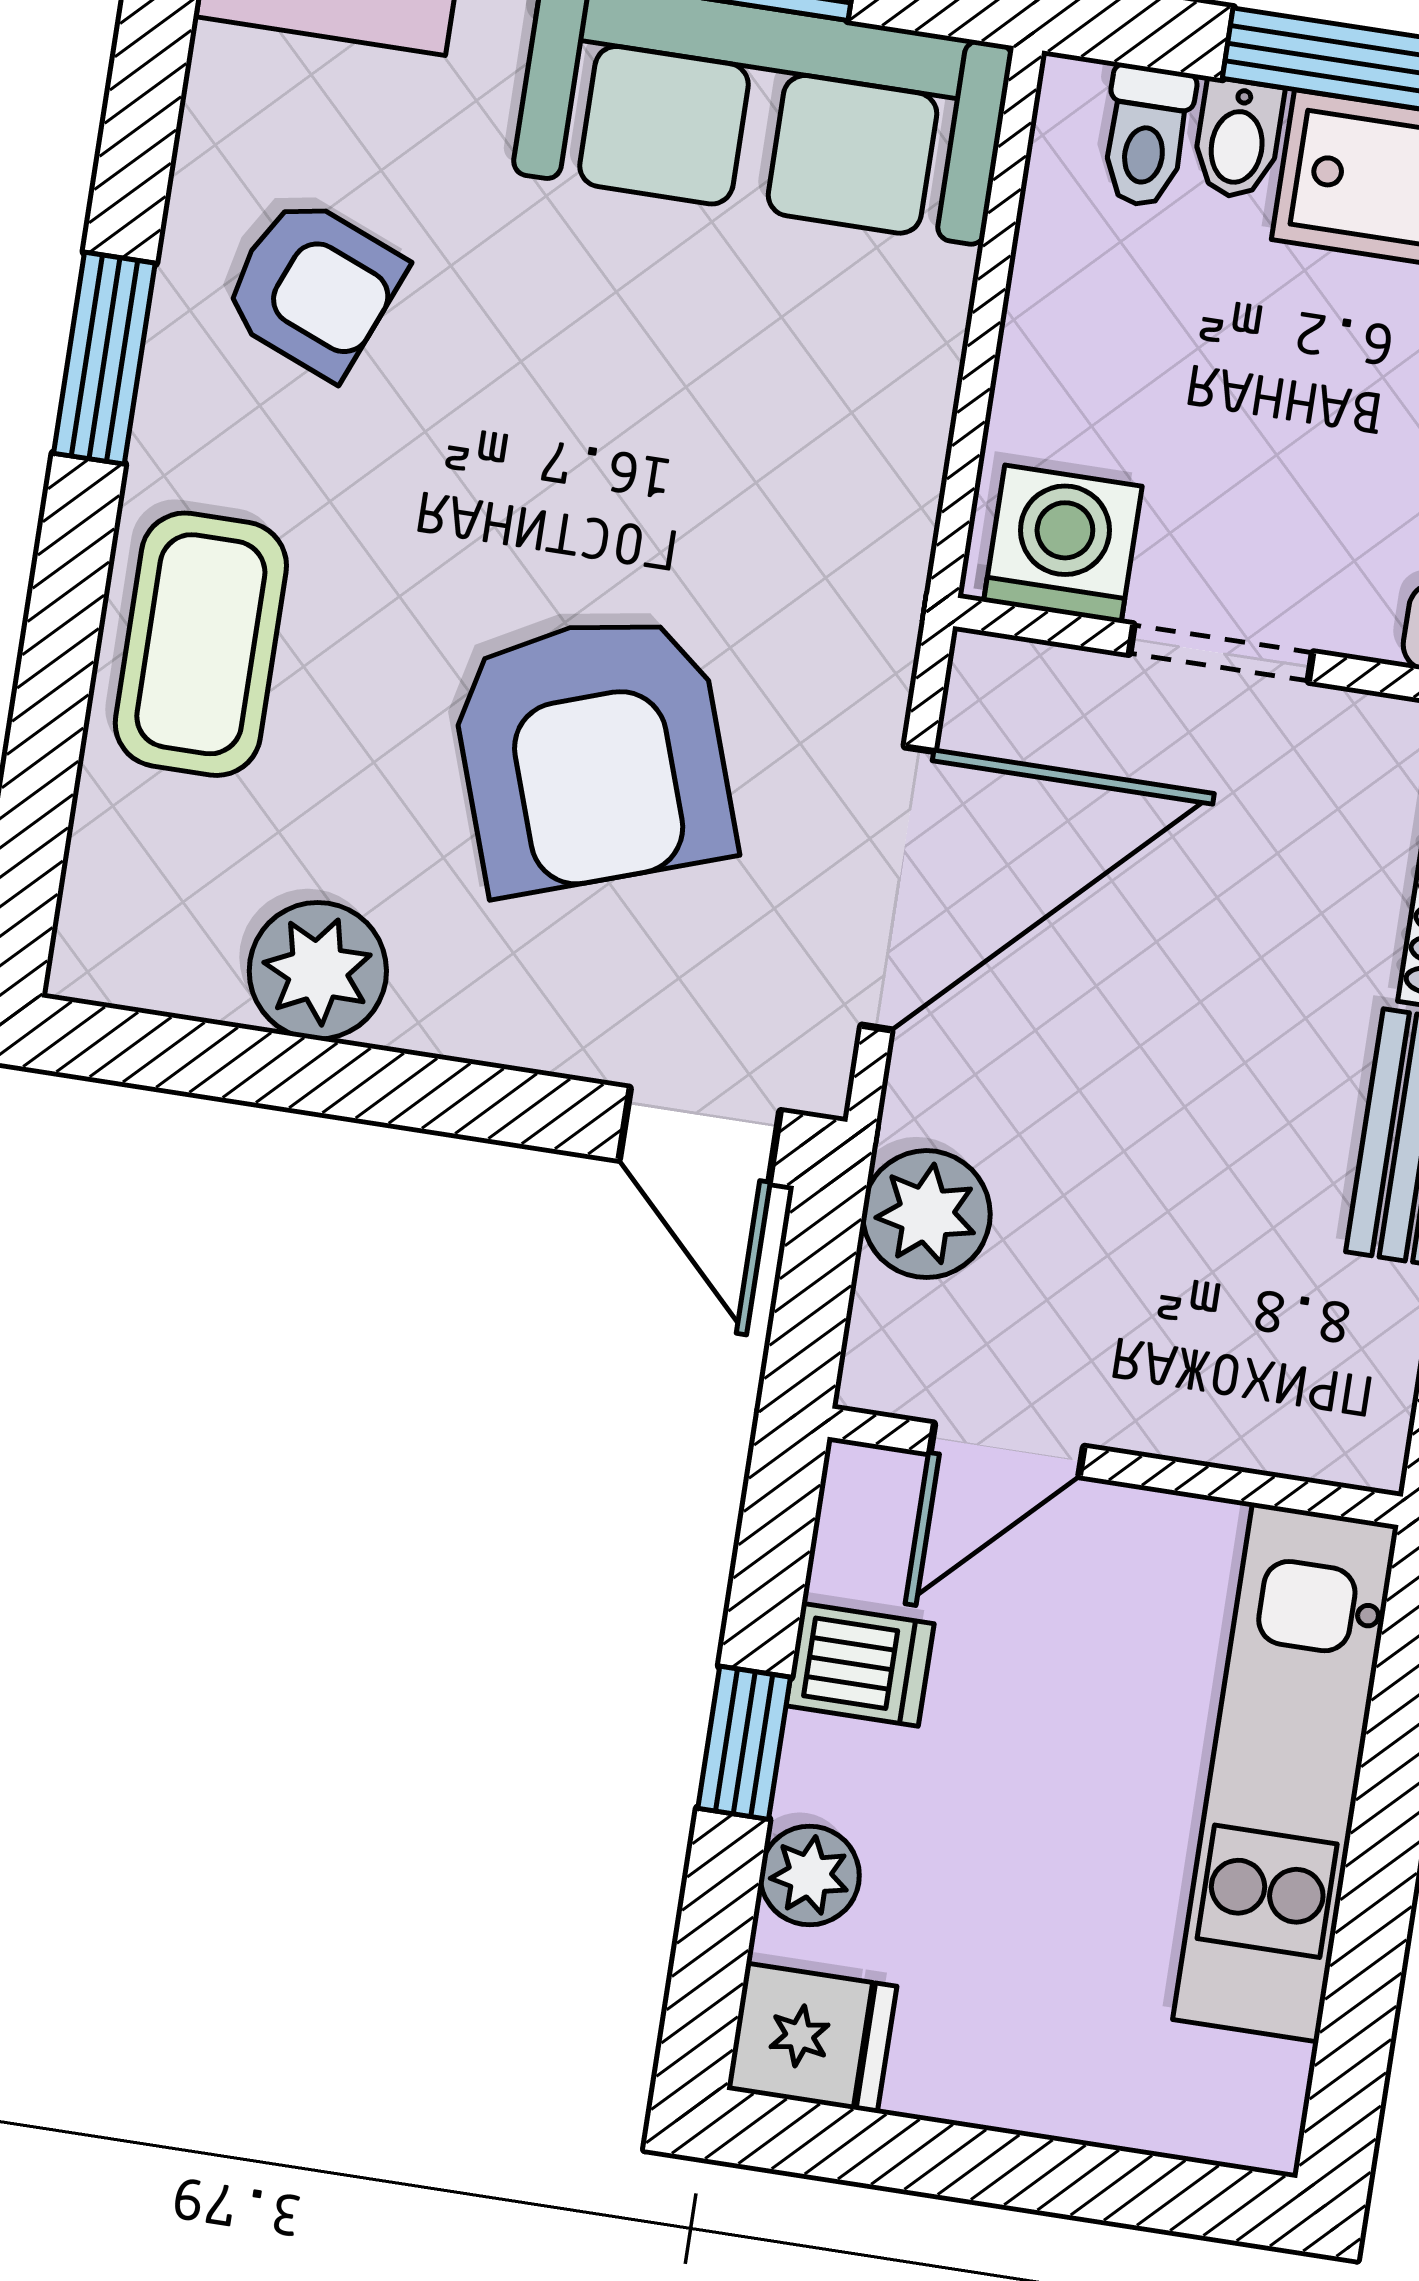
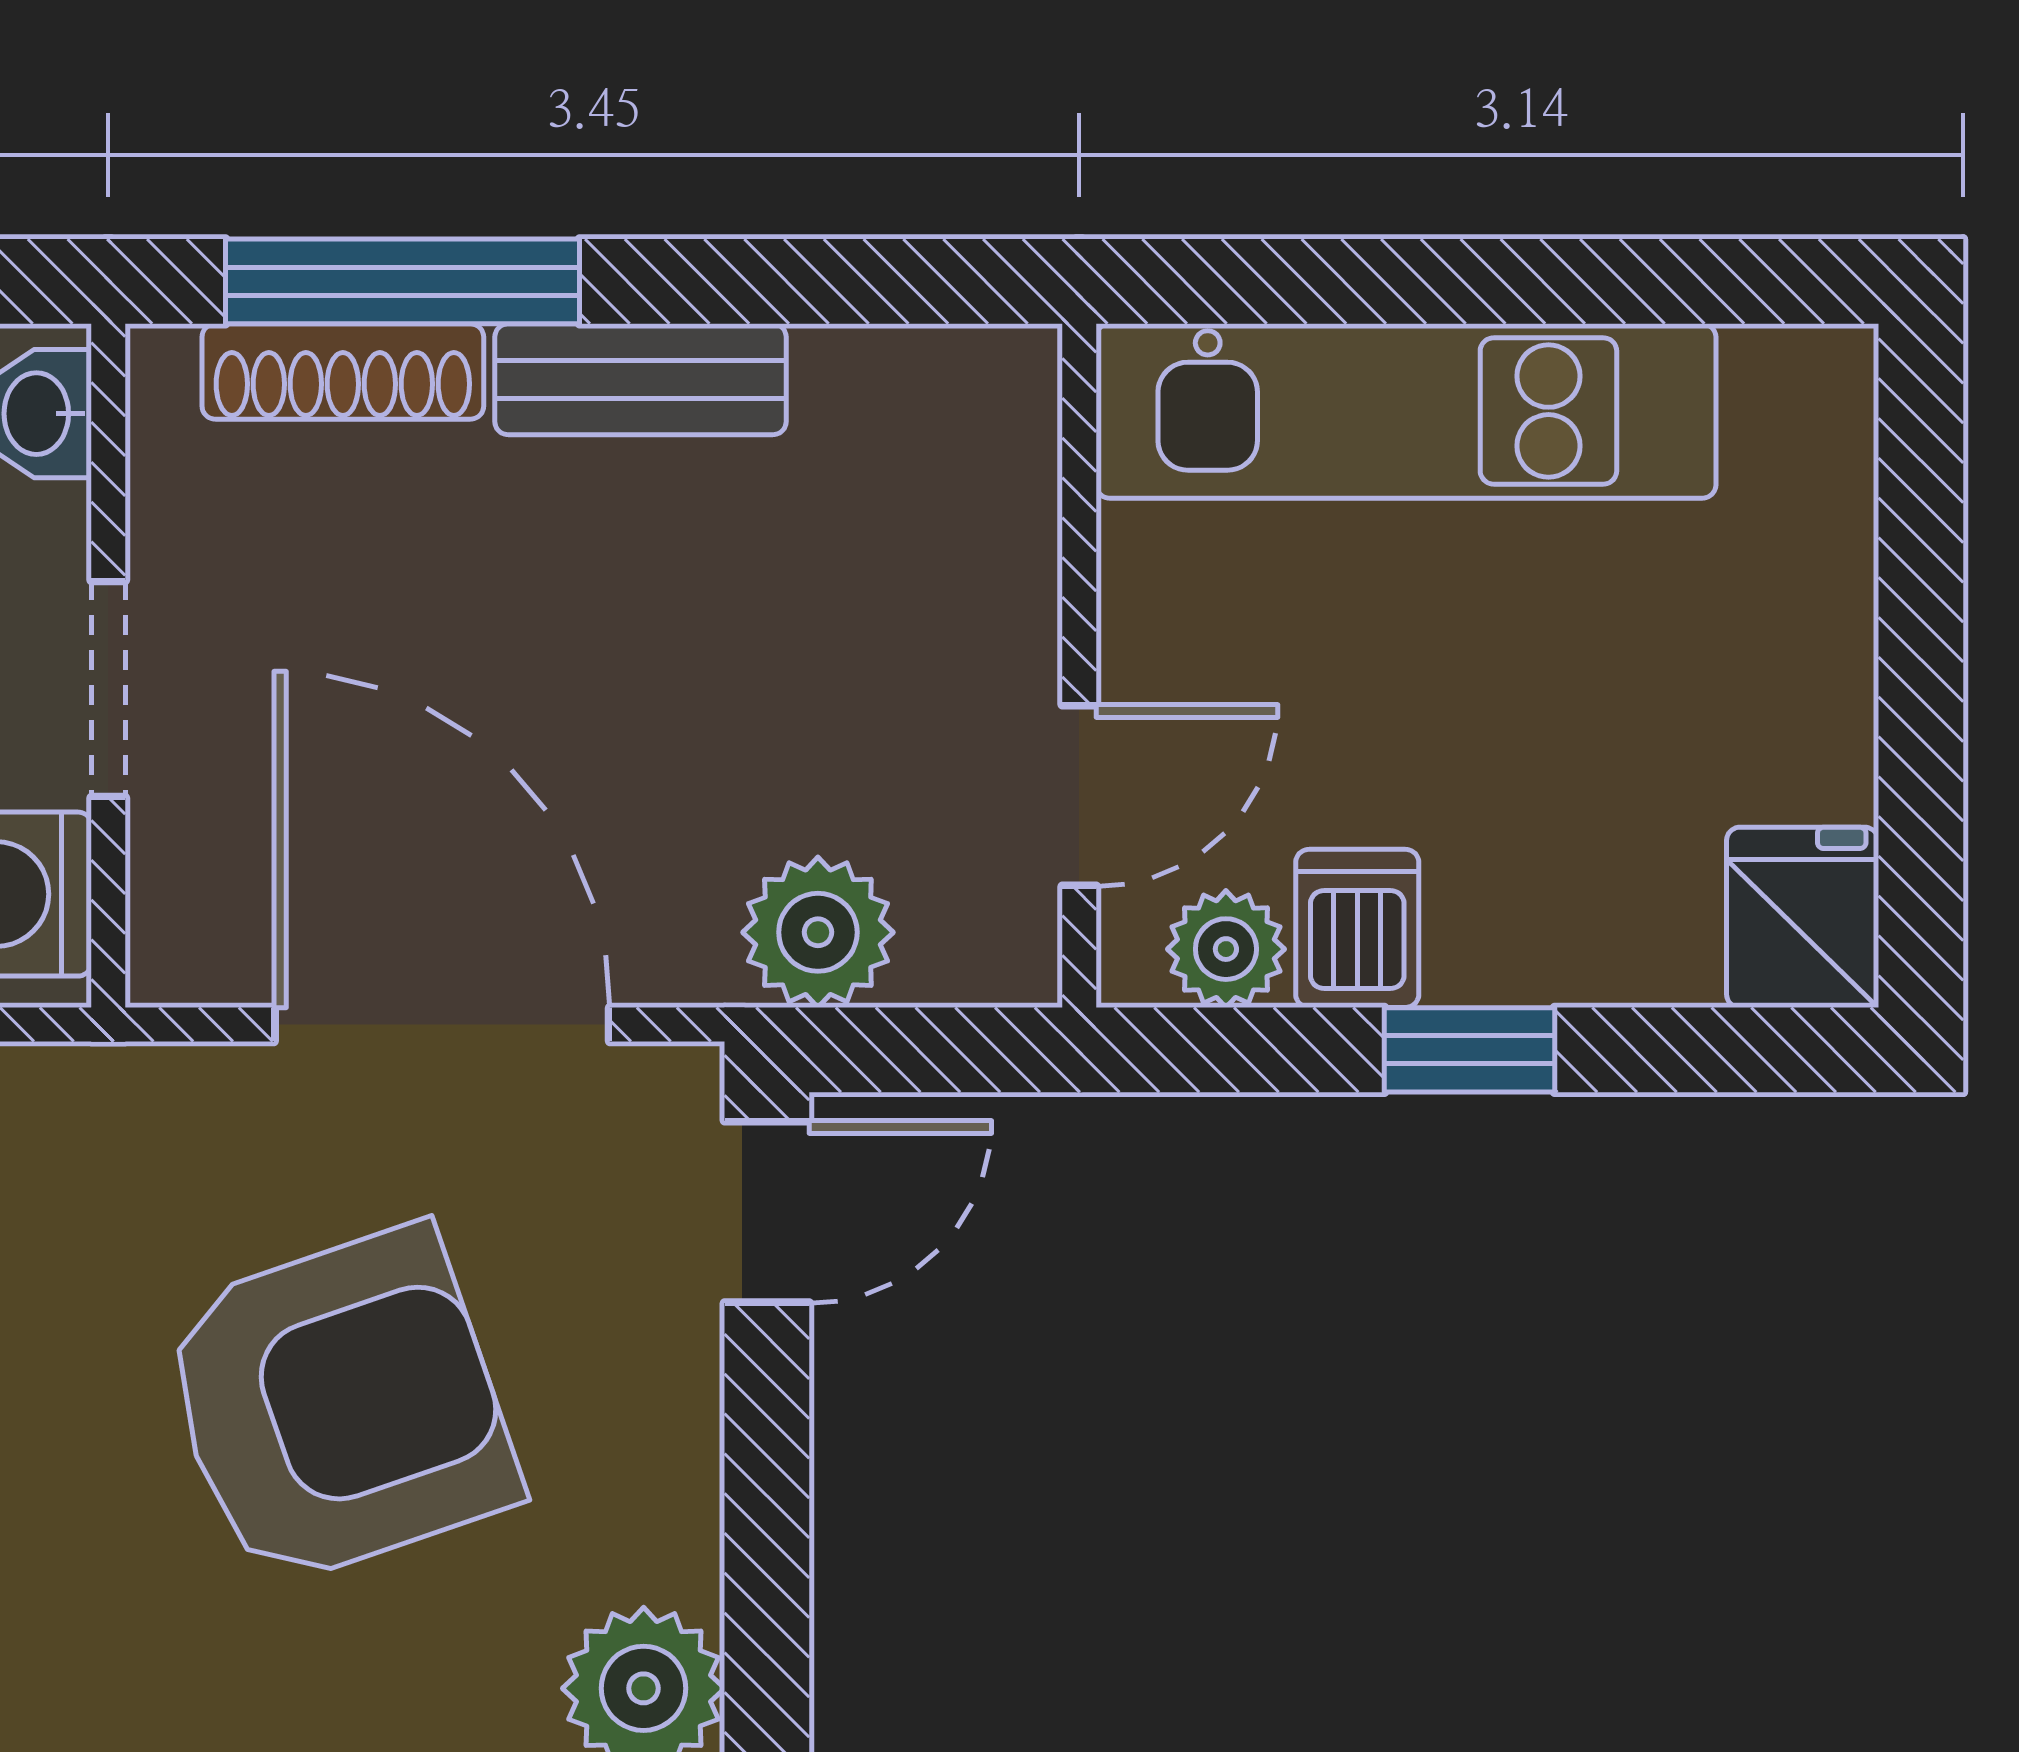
door: (1007, 1450) -> (1079, 796), hinge flipped
plant: (810, 1875) -> (1226, 949), moved

